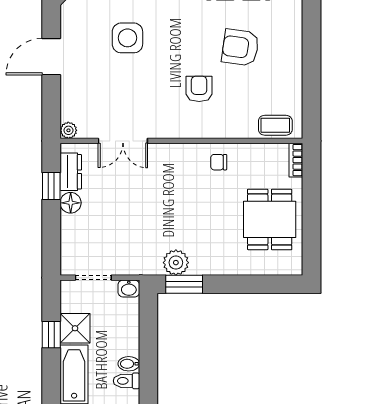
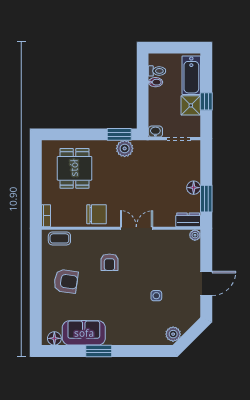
side table: (127, 38) -> (156, 296), width x0.54, depth x0.54
armchair: (240, 47) -> (66, 281), moved
double door: (123, 141) -> (136, 228), moved
chair: (219, 162) -> (97, 214), width x1.87, depth x1.87
dresser: (71, 172) -> (188, 220), moved, turned 90
window: (51, 186) -> (206, 199), width x1.50
dining table: (270, 219) -> (74, 168), moved

